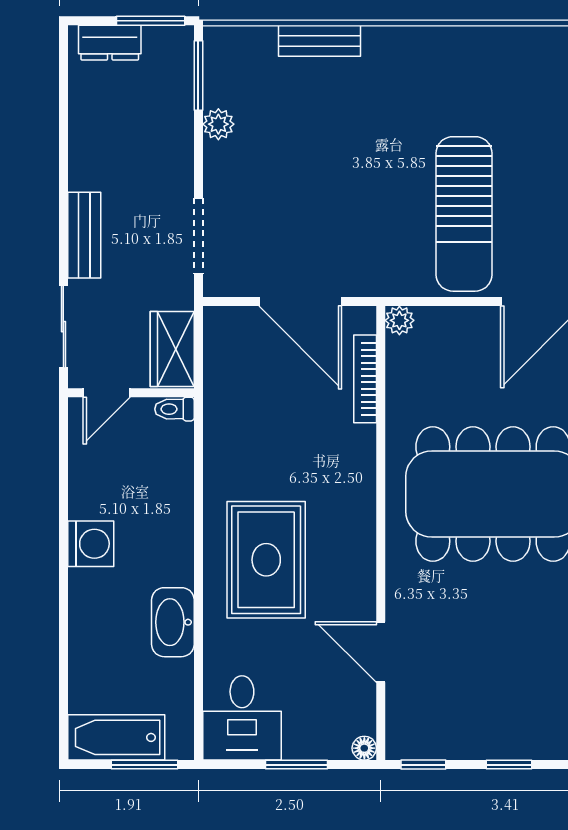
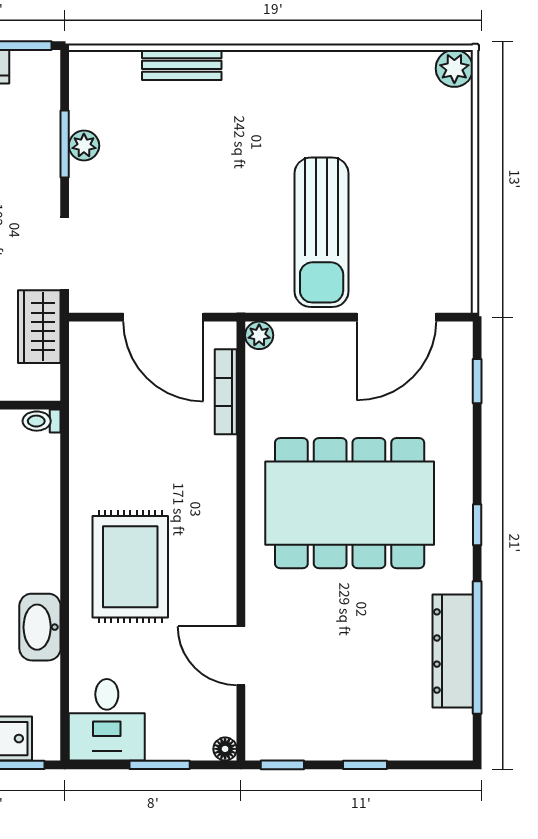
window: (198, 76) -> (65, 144), moved
wardrobe: (172, 349) -> (39, 327), moved

